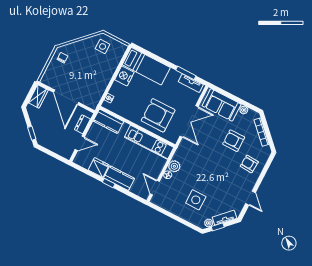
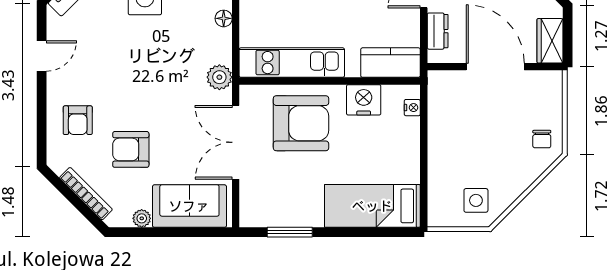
nightstand: (124, 76) -> (364, 100), moved, turned -90
tv unit: (191, 83) -> (270, 218), removed
armchair: (234, 141) -> (131, 149), turned 180
armchair: (249, 164) -> (78, 120), turned 86
plant: (174, 166) -> (219, 77), moved
door: (251, 198) -> (42, 56), swing flipped

